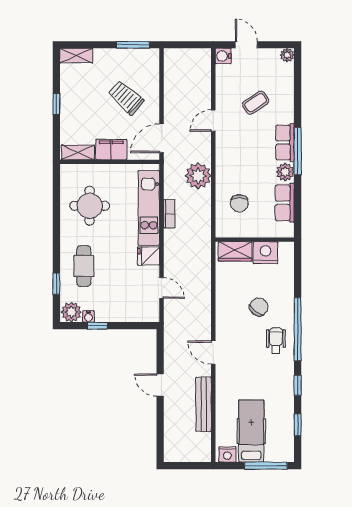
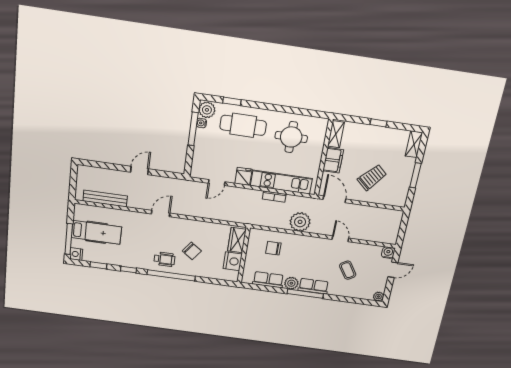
window: (133, 45) -> (415, 175), moved
cafe table: (84, 266) -> (243, 125), width x1.37, depth x1.35
window: (97, 326) -> (193, 129), width x2.17
bench: (204, 404) -> (105, 199), moved
nightstand: (227, 454) -> (76, 254), moved

